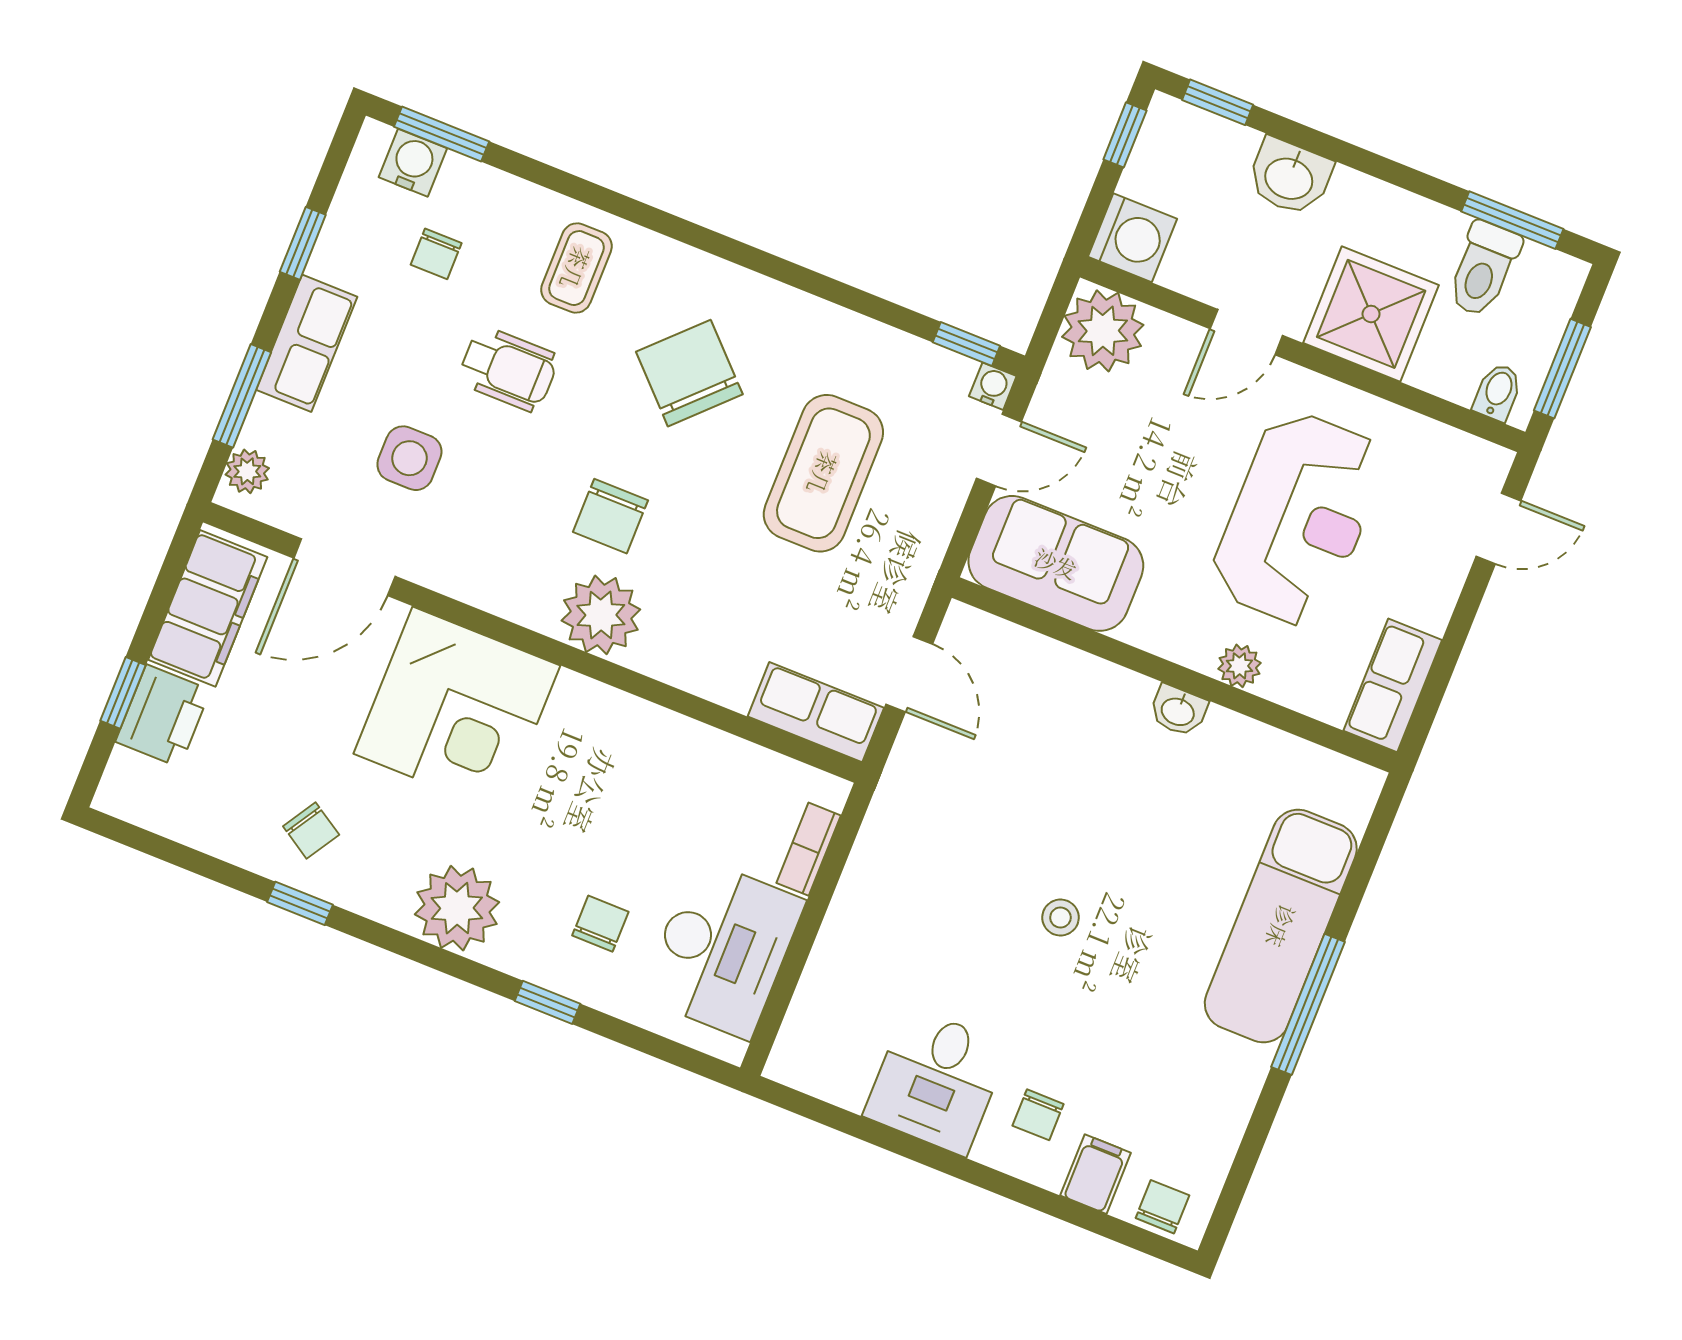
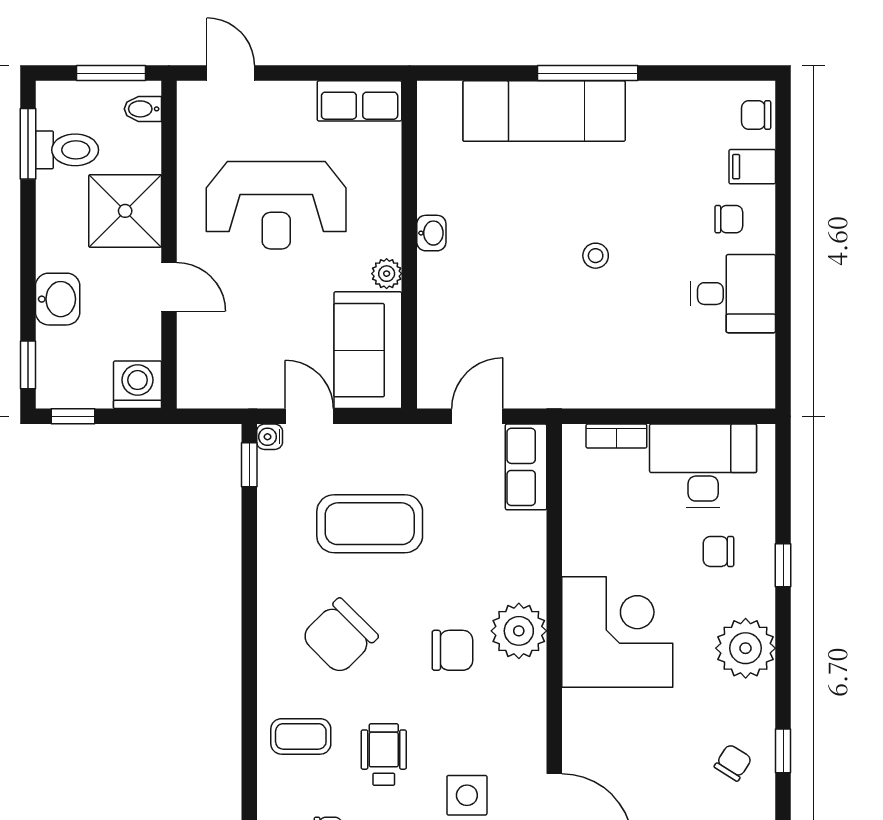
plant: (1103, 331) -> (205, 380), removed
reception desk: (1298, 519) -> (276, 205), turned 180
plant: (1239, 666) -> (387, 274), moved
corner desk: (457, 710) -> (617, 632), moved

